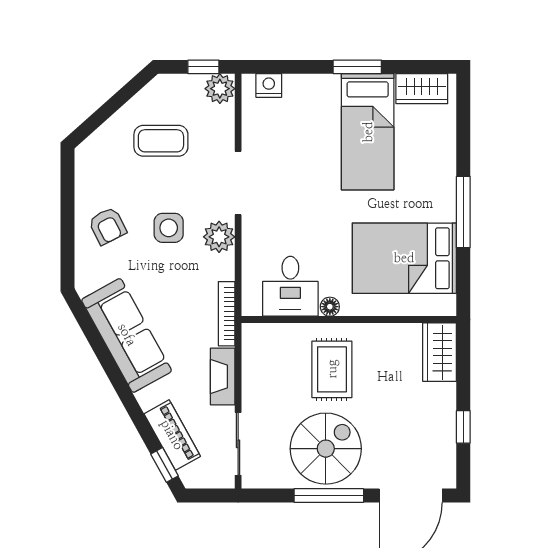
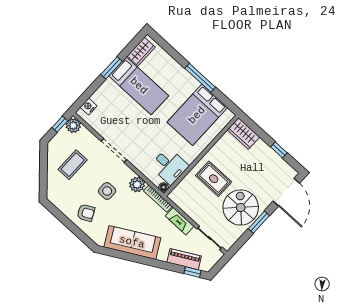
plant: (219, 237) -> (137, 185), moved
floor lamp: (330, 307) -> (164, 187), moved
window: (329, 496) -> (259, 222), width x0.69

